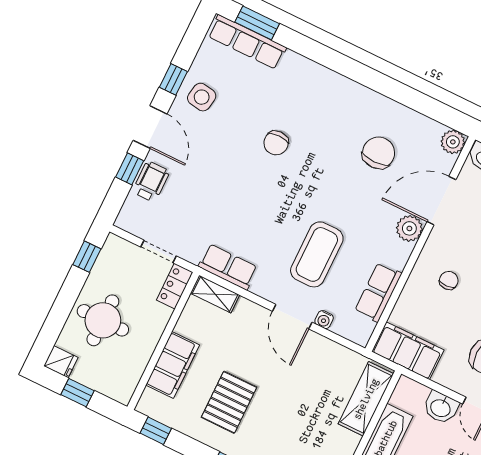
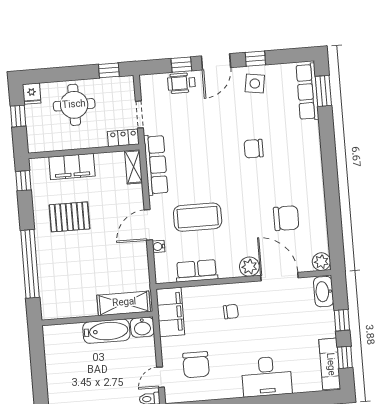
wheelchair: (151, 182) -> (181, 83), turned 180
row of seats: (228, 267) -> (156, 165), width x1.48
washbasin: (441, 408) -> (142, 327), moved, turned -90

